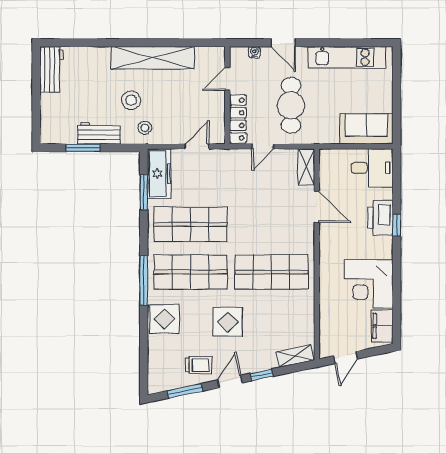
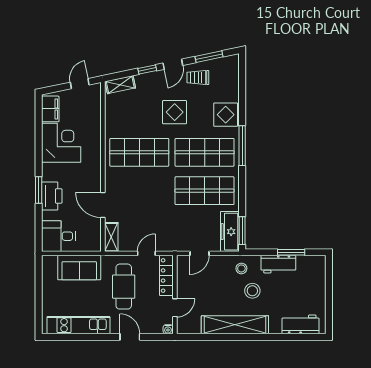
water cooler: (254, 52) -> (168, 329), moved
workbench: (52, 69) -> (300, 324), moved, turned 90
sofa: (366, 129) -> (79, 268), moved
window: (144, 192) -> (242, 231), moved
window: (397, 225) -> (39, 190), width x1.50

